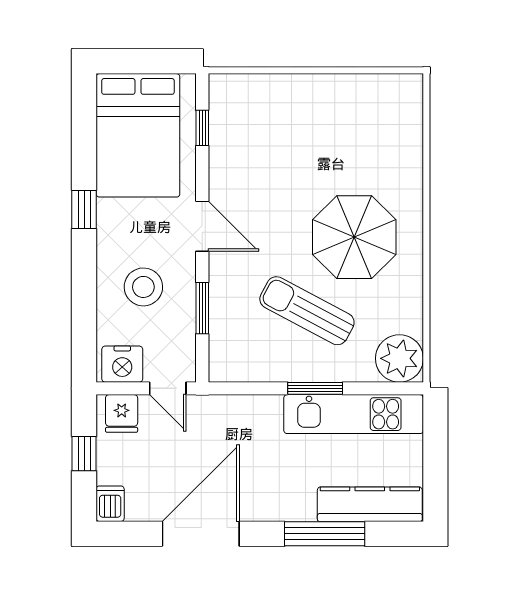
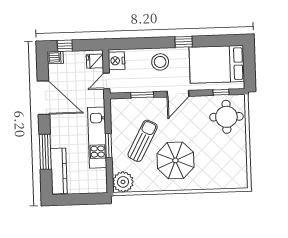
round table: (258, 117) -> (226, 117), added
stool: (143, 287) -> (160, 62), moved
kitchen unit: (354, 414) -> (97, 138), moved
window: (84, 454) -> (65, 46), moved

